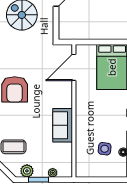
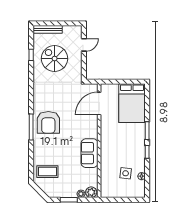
plant: (27, 171) -> (91, 192), moved

